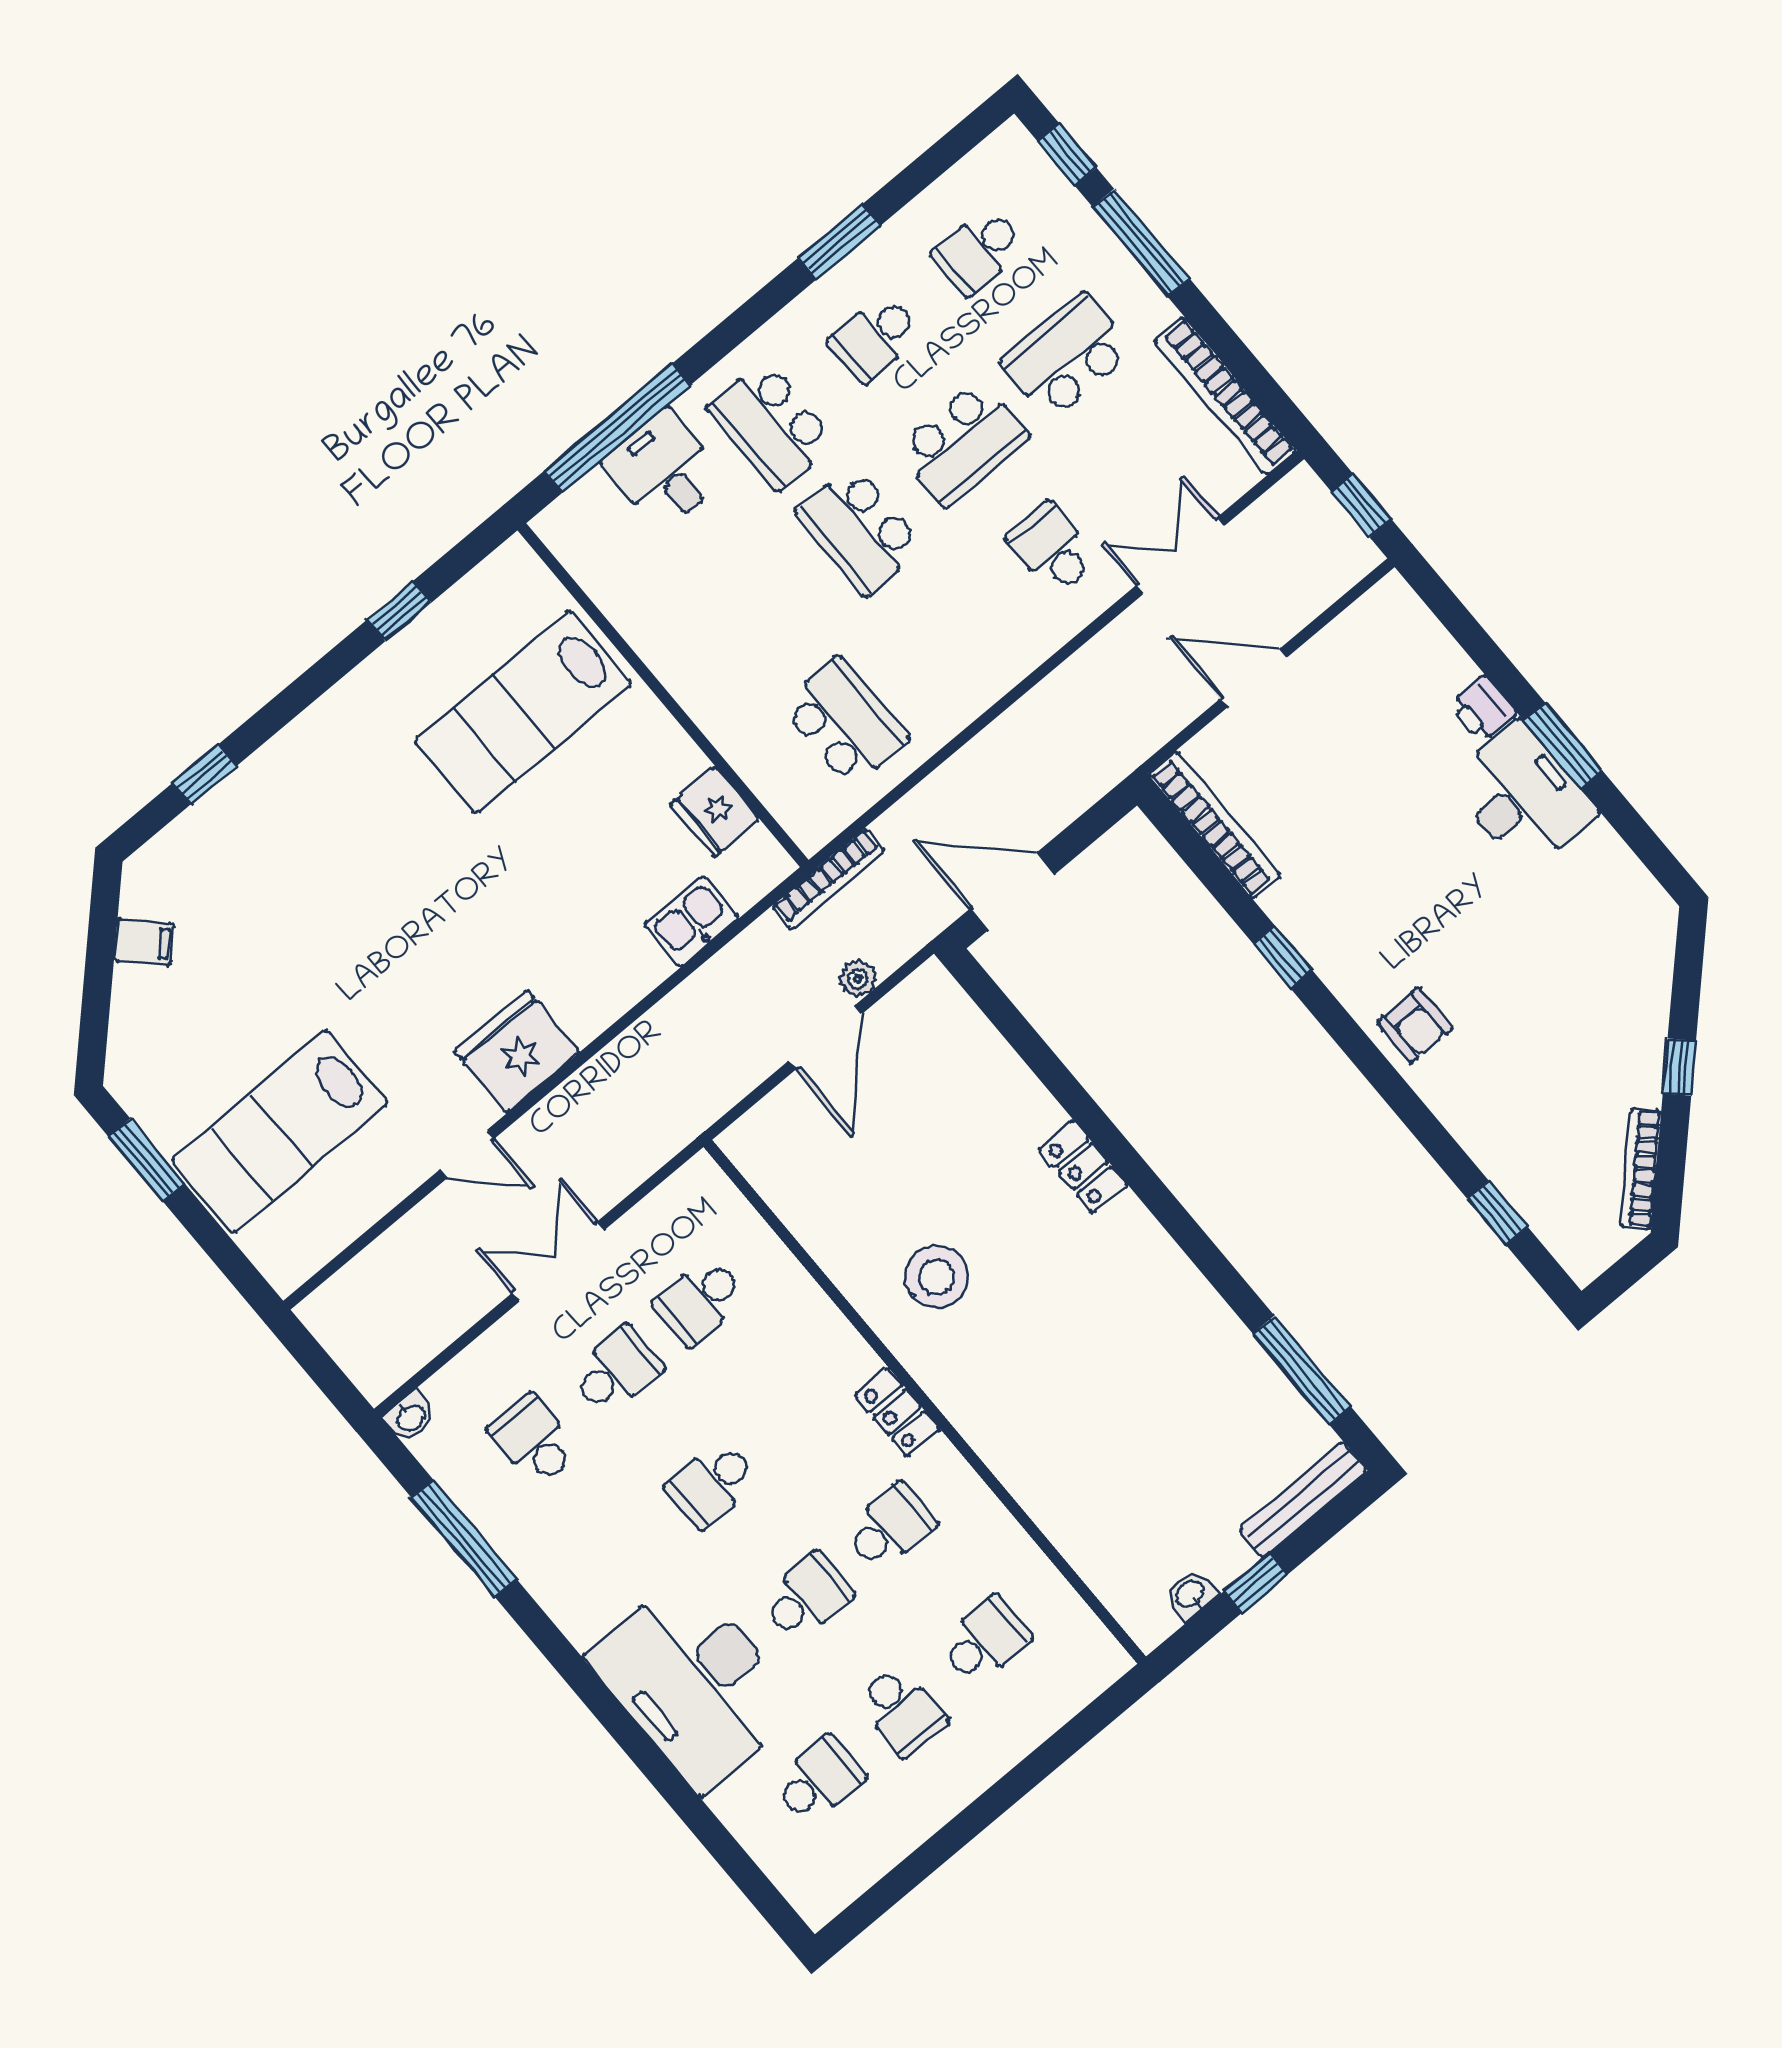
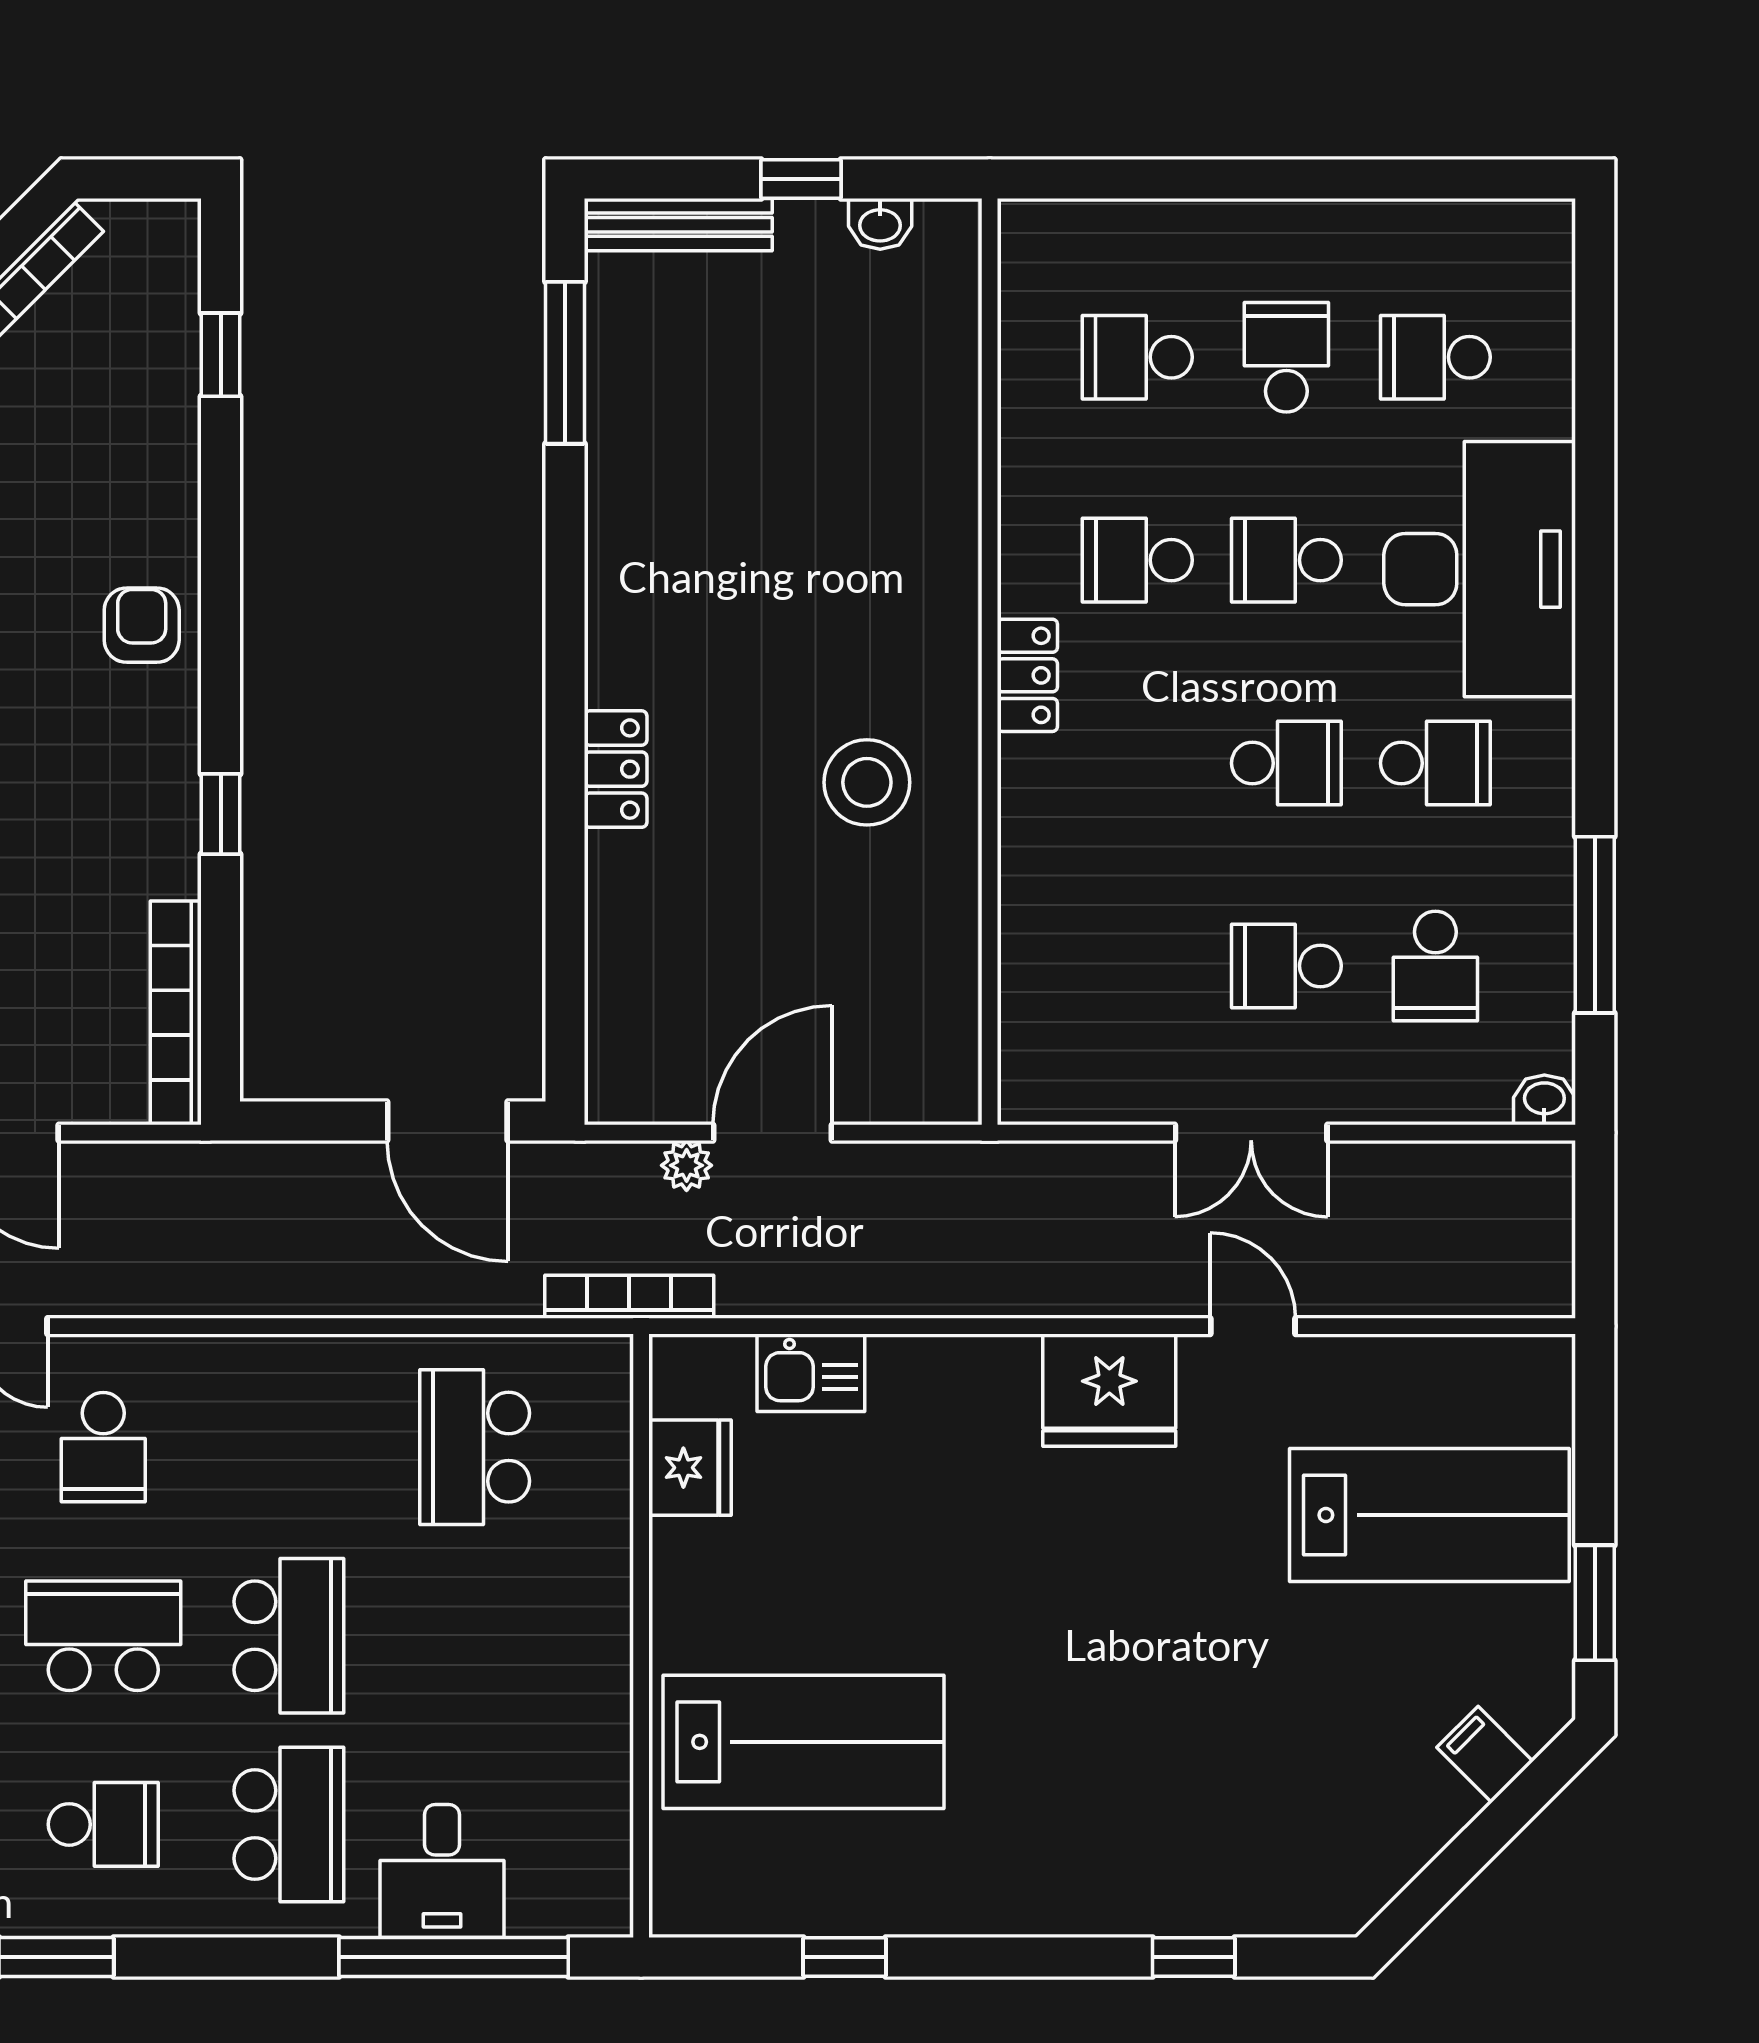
filing cabinet: (144, 942) -> (1485, 1754), moved
school desk: (700, 1301) -> (1435, 763), moved

